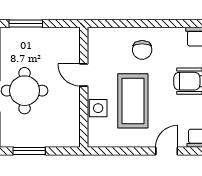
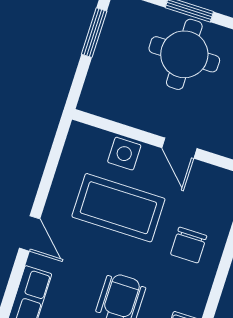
chair: (142, 50) -> (189, 245), turned -90
door: (84, 75) -> (179, 148), swing flipped

